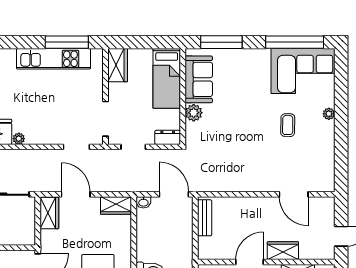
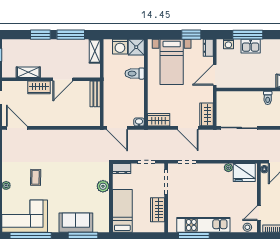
wardrobe: (118, 65) -> (158, 210), moved
sofa: (199, 79) -> (76, 223), moved, turned 90
door: (294, 194) -> (17, 128), moved
bench: (205, 218) -> (95, 94), moved

